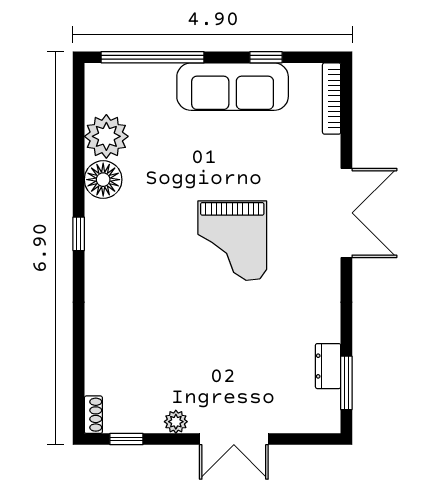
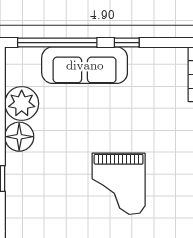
window: (266, 57) -> (127, 43), moved
sofa: (233, 87) -> (85, 65), moved

